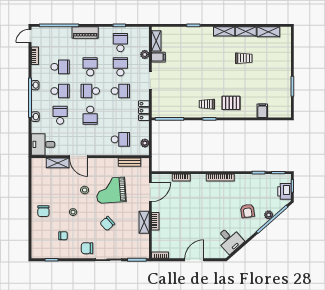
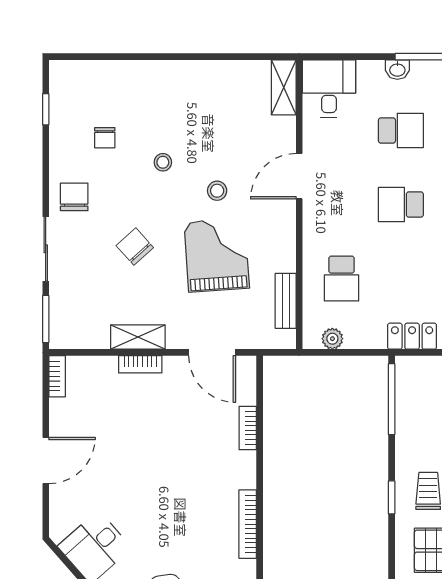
shelving: (58, 163) -> (284, 87), moved
chair: (43, 211) -> (165, 89), removed
door: (194, 260) -> (46, 460), hinge flipped

